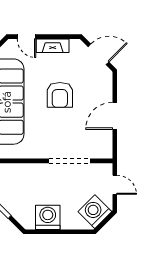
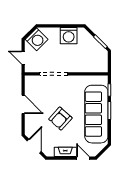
door: (98, 54) -> (34, 146), swing flipped
armchair: (60, 95) -> (60, 119), turned -138
door: (115, 116) -> (23, 104), hinge flipped

